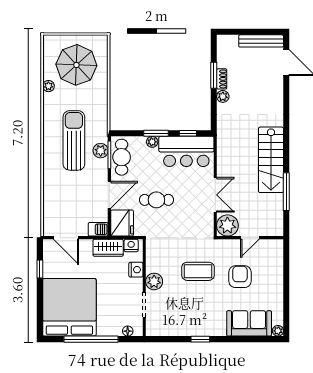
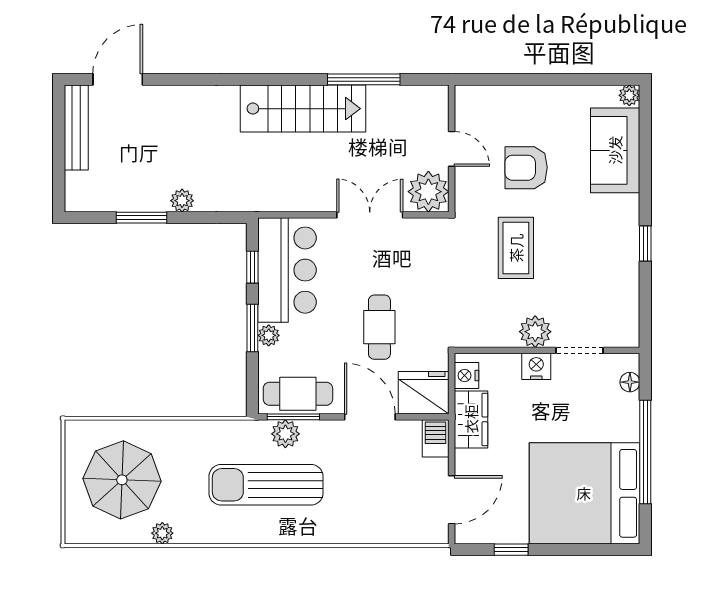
shoe rack: (222, 79) -> (149, 203), removed
nightstand: (136, 270) -> (536, 366), moved

